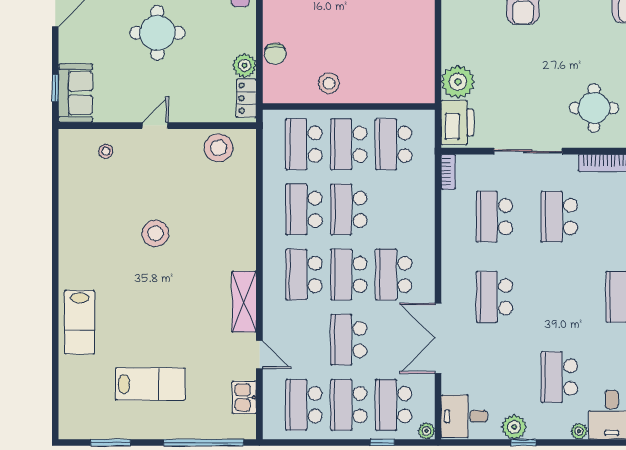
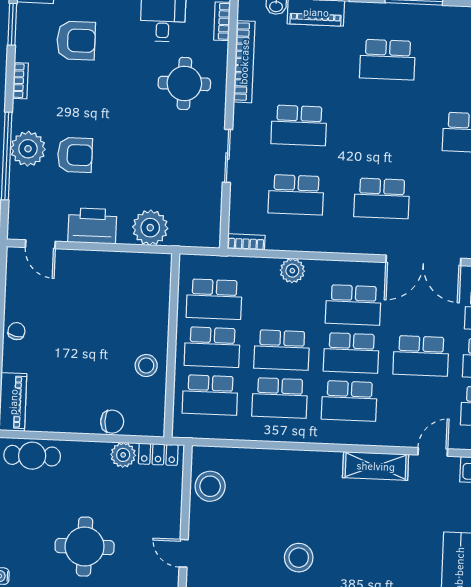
printer: (457, 122) -> (92, 226), moved
sliding door: (528, 151) -> (228, 156), width x0.73
plant: (423, 216) -> (292, 271), added

